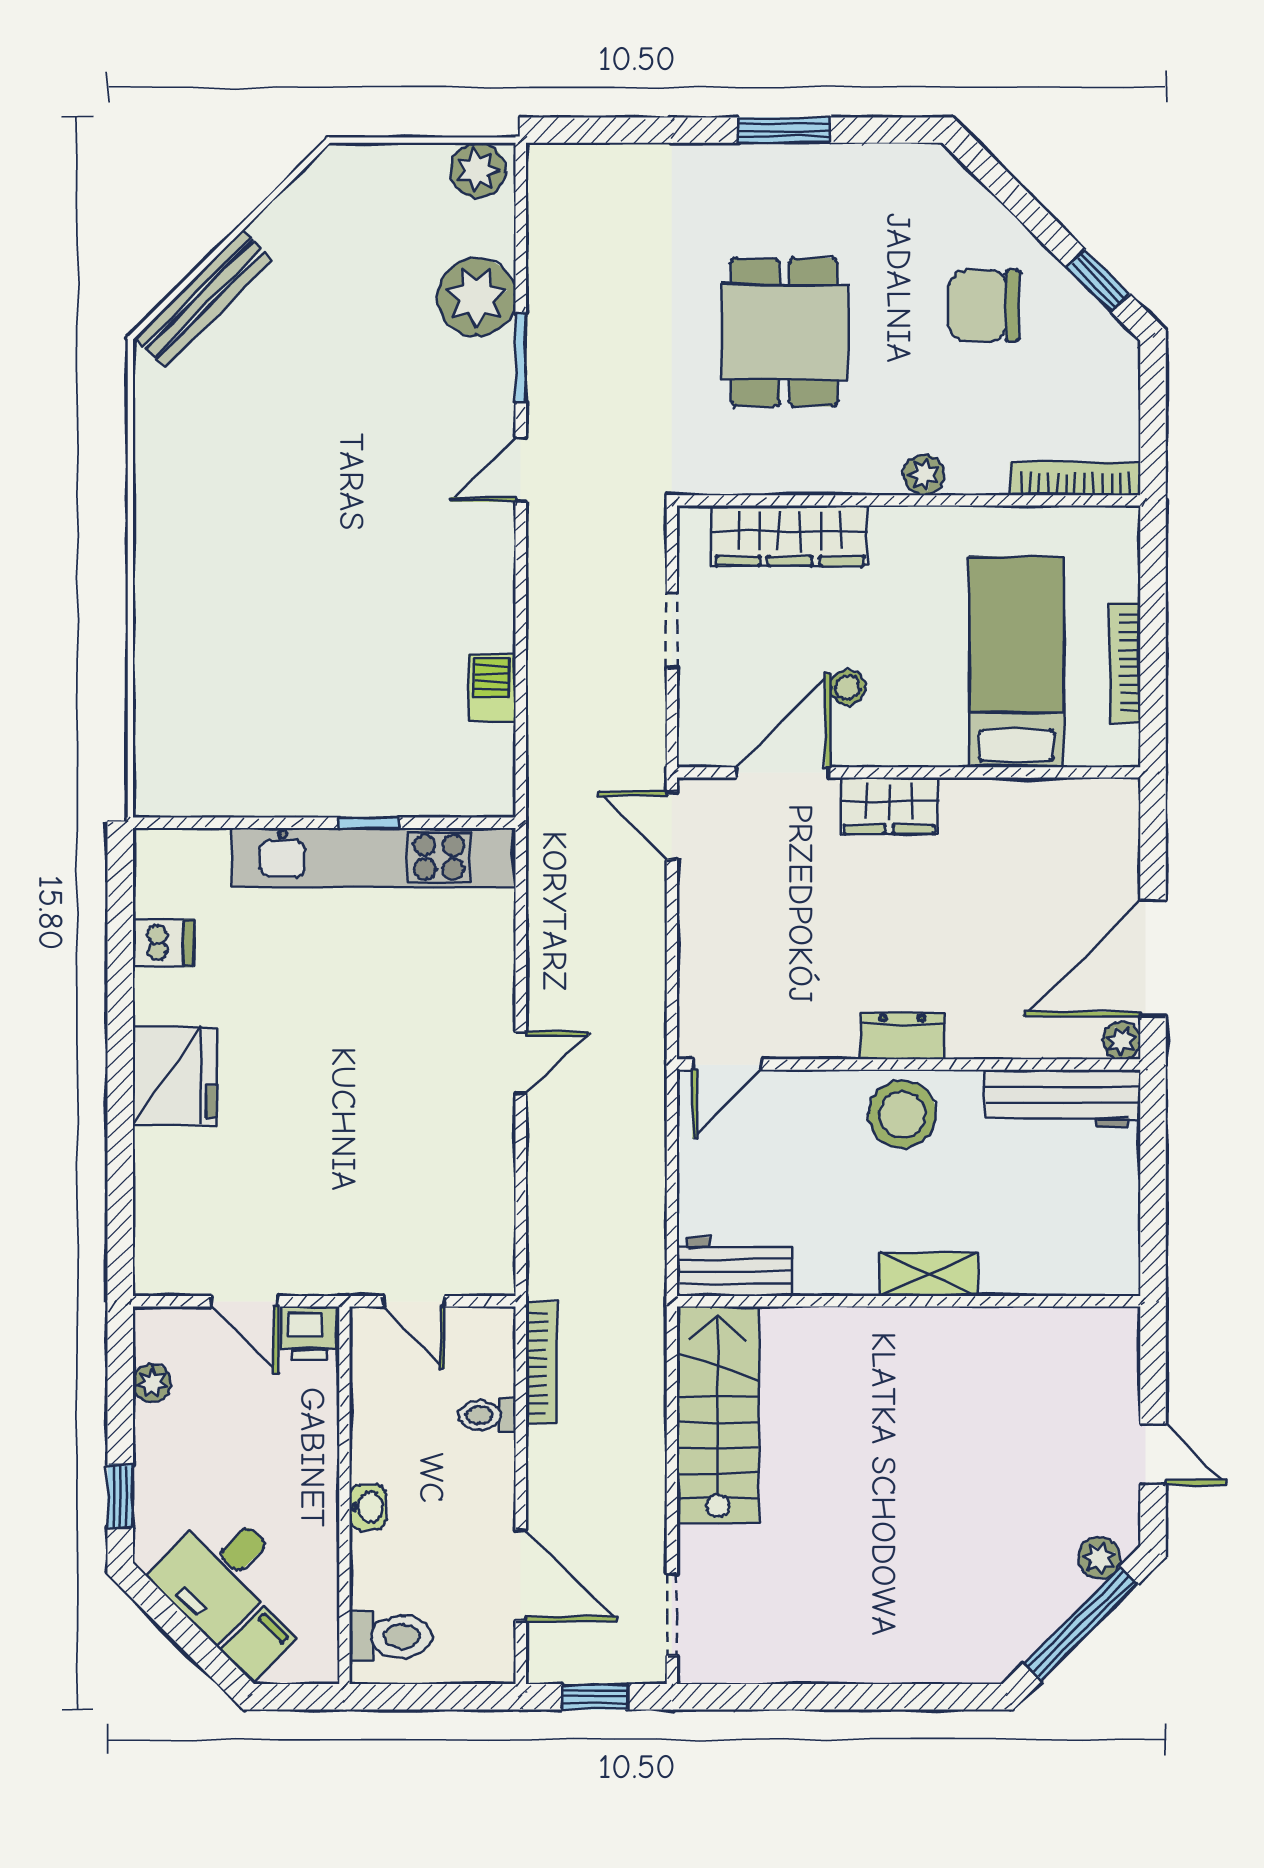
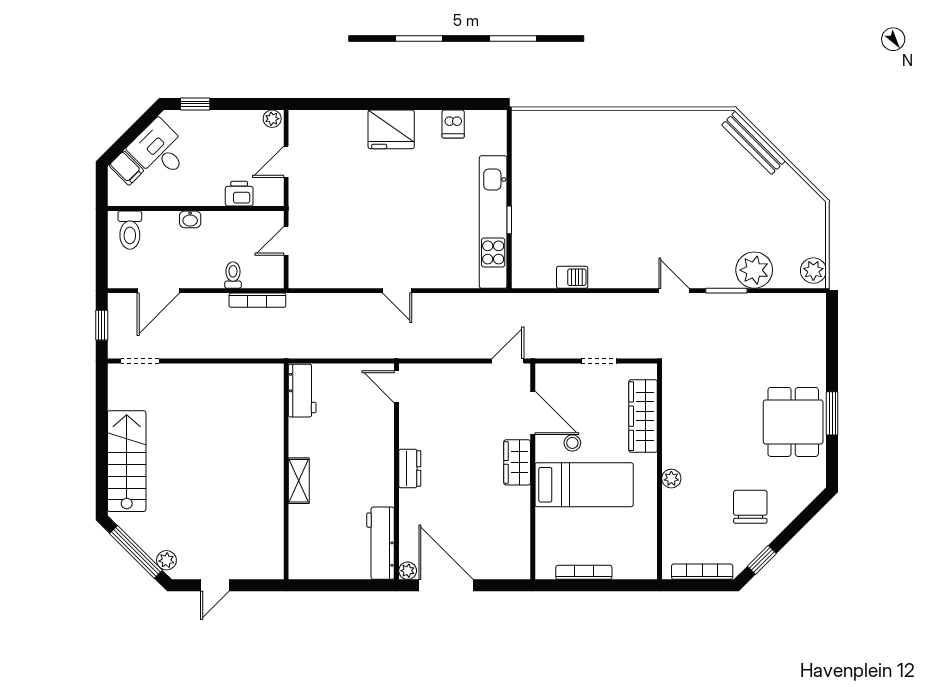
dining table: (785, 332) -> (793, 422), moved, turned 90
bookcase: (1075, 479) -> (702, 572), moved, turned -90
bed: (1016, 662) -> (584, 485), moved
stool: (902, 1114) -> (373, 468), removed
printer: (310, 1333) -> (239, 194), moved, turned 90
plant: (152, 1383) -> (272, 119), moved
stairs: (718, 1415) -> (127, 461), moved, turned -90

